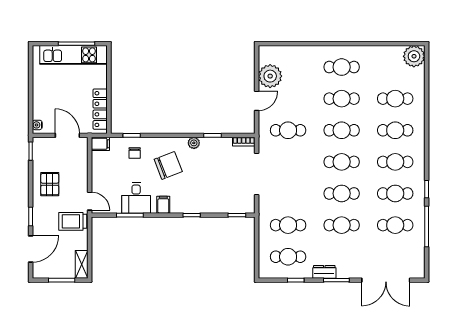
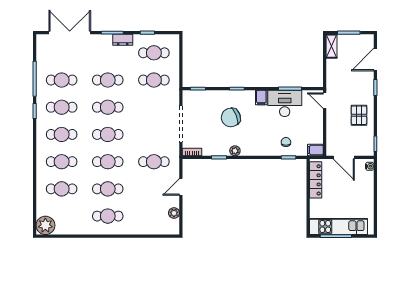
plant: (270, 76) -> (174, 213), width x0.53, depth x0.53
chair: (168, 165) -> (231, 117), moved
desk: (136, 198) -> (285, 103), width x1.37
trolley: (73, 221) -> (339, 83), removed

